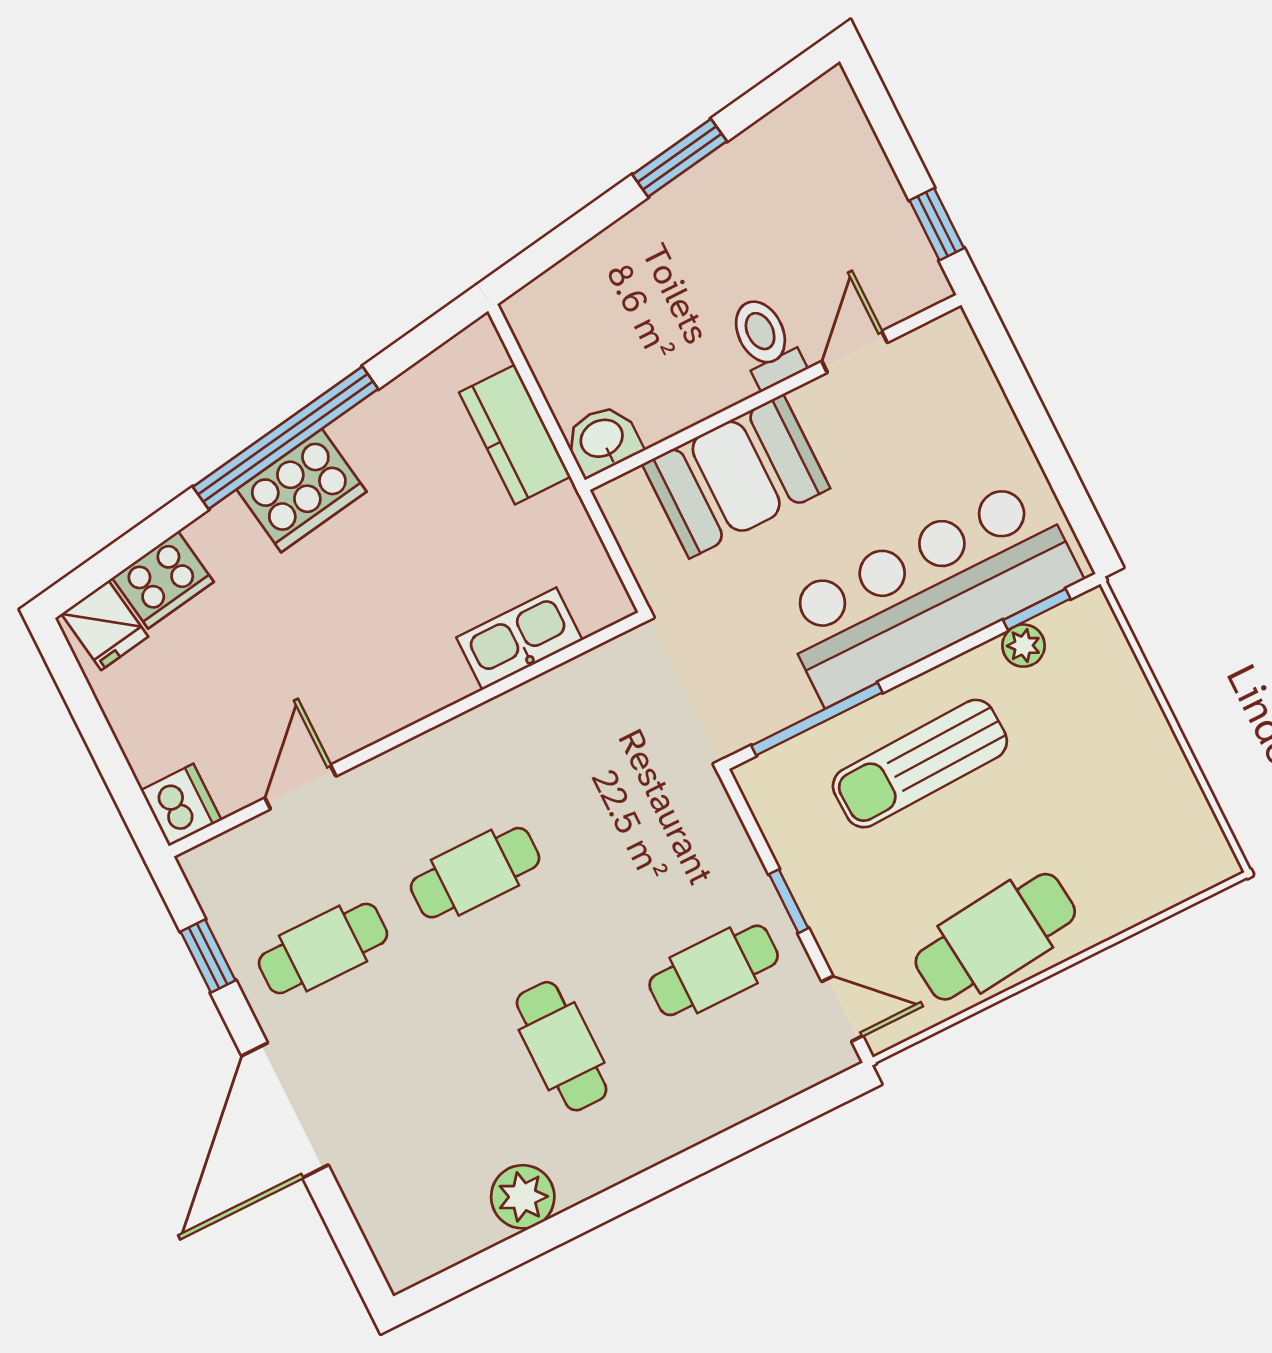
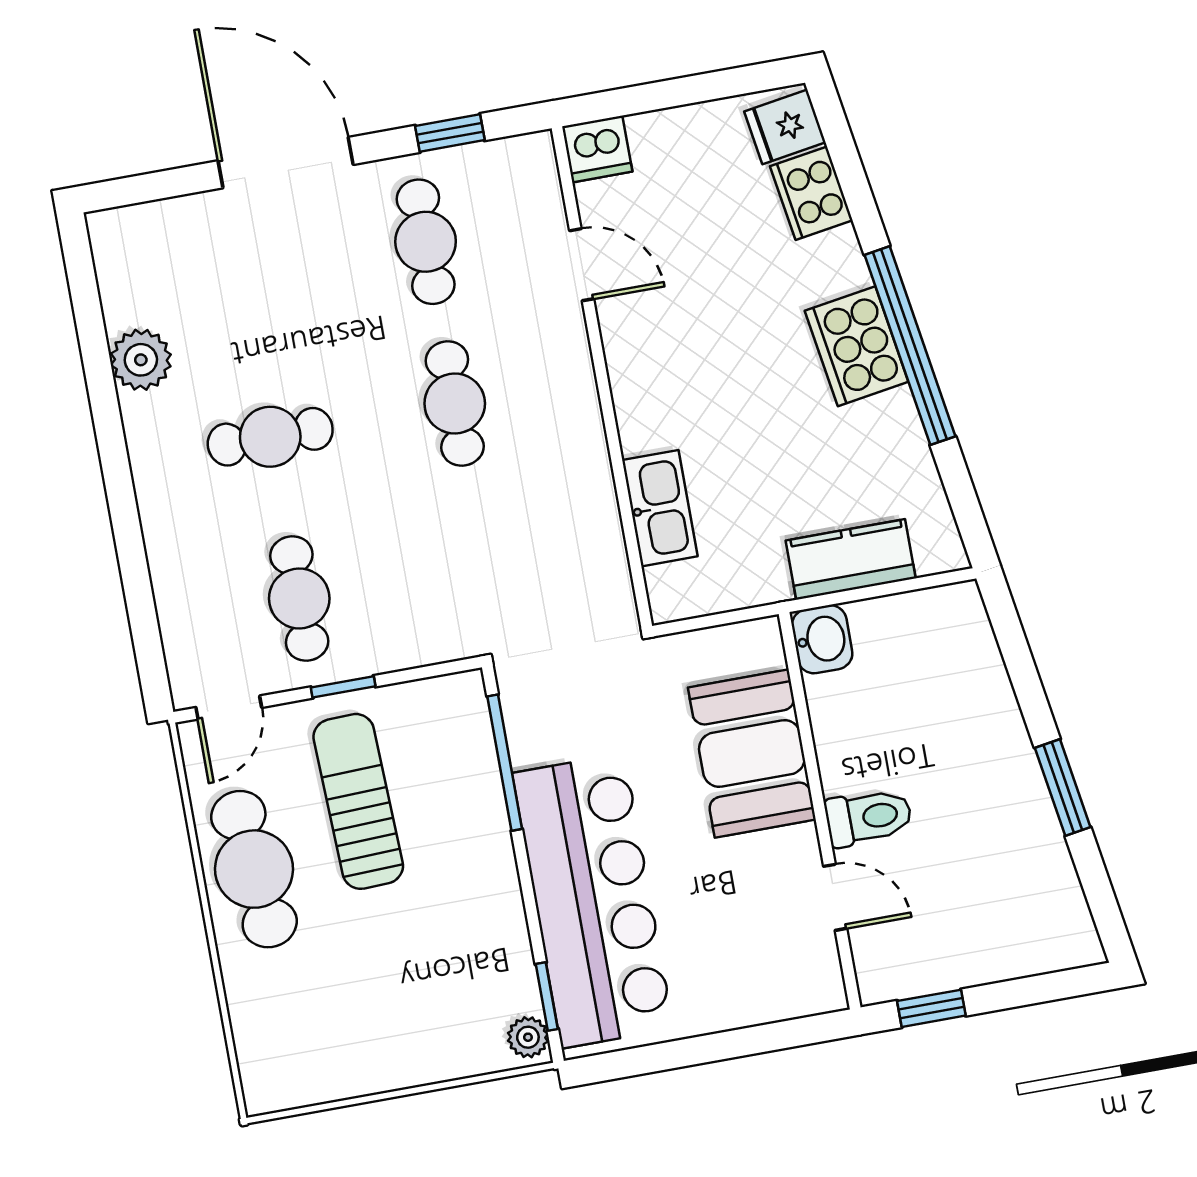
plant: (1024, 646) -> (528, 1037), moved
sun lounger: (920, 764) -> (358, 801), moved

